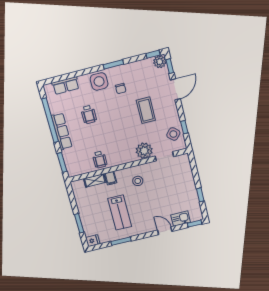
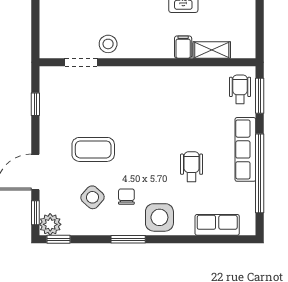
coffee table: (146, 110) -> (93, 149), turned 90
side table: (173, 134) -> (92, 197), moved
plant: (144, 151) -> (113, 81), removed
wheelchair: (100, 160) -> (240, 89), moved
stool: (138, 181) -> (108, 44), moved

